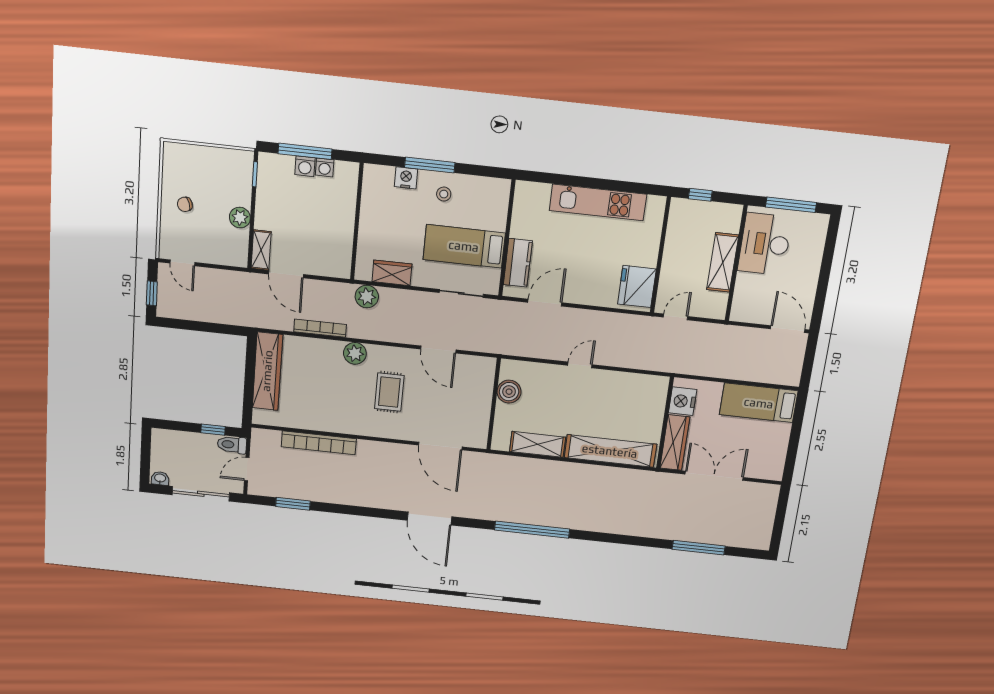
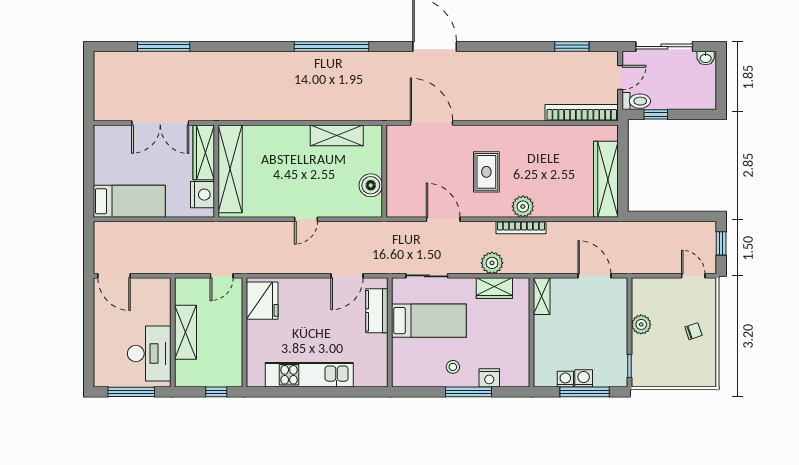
shelving: (261, 250) -> (542, 296), moved
plant: (367, 297) -> (492, 263), moved
bookcase: (320, 328) -> (521, 227), moved
bookcase: (319, 443) -> (582, 113), moved
shelving: (610, 451) -> (230, 169), moved, turned 90

